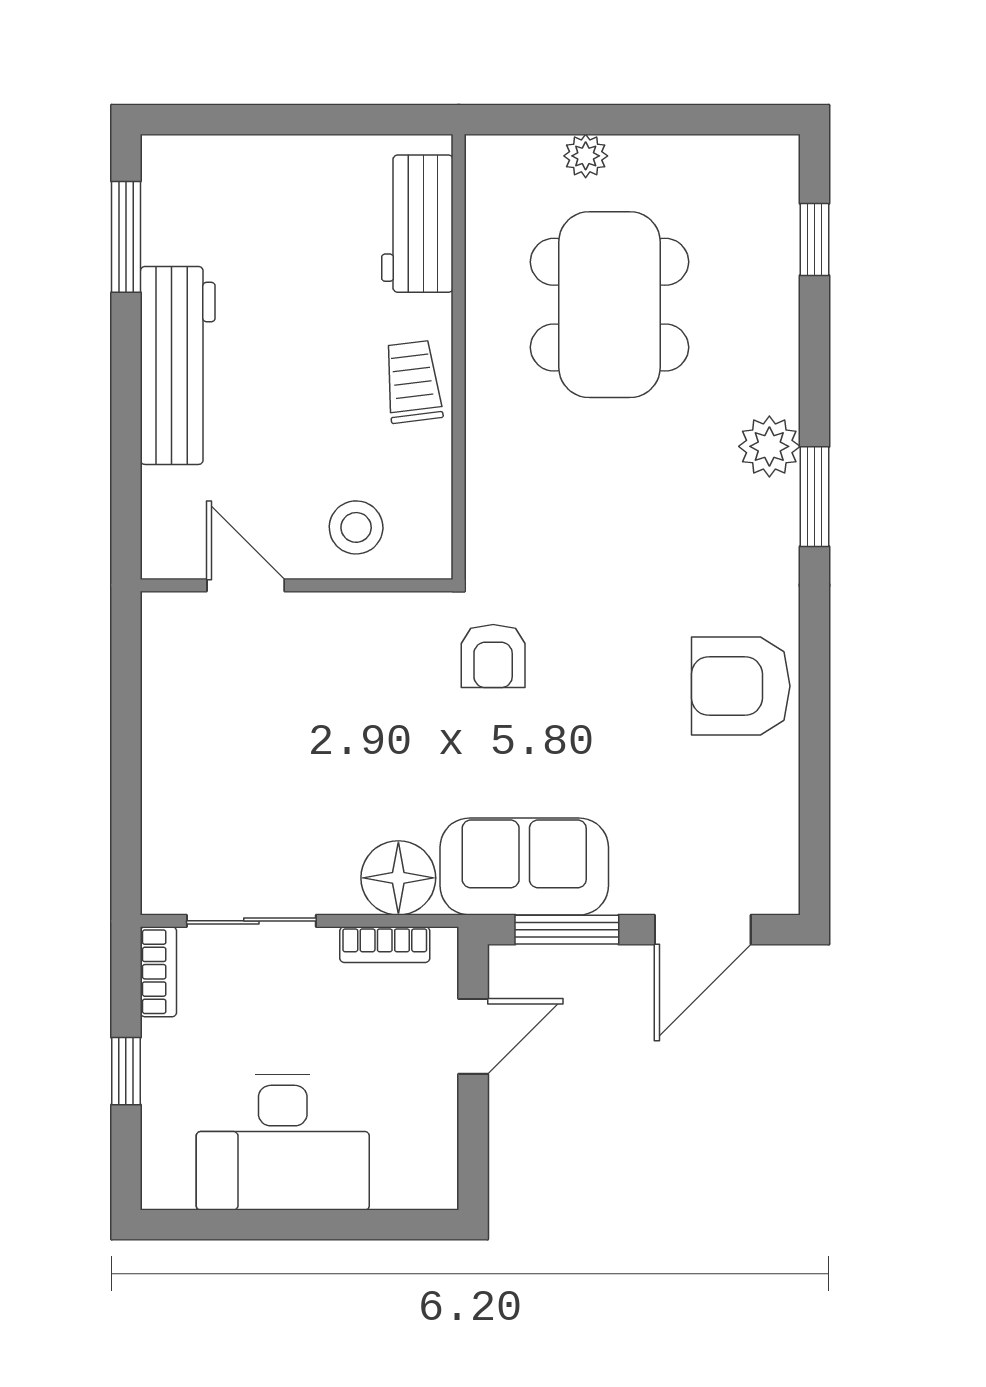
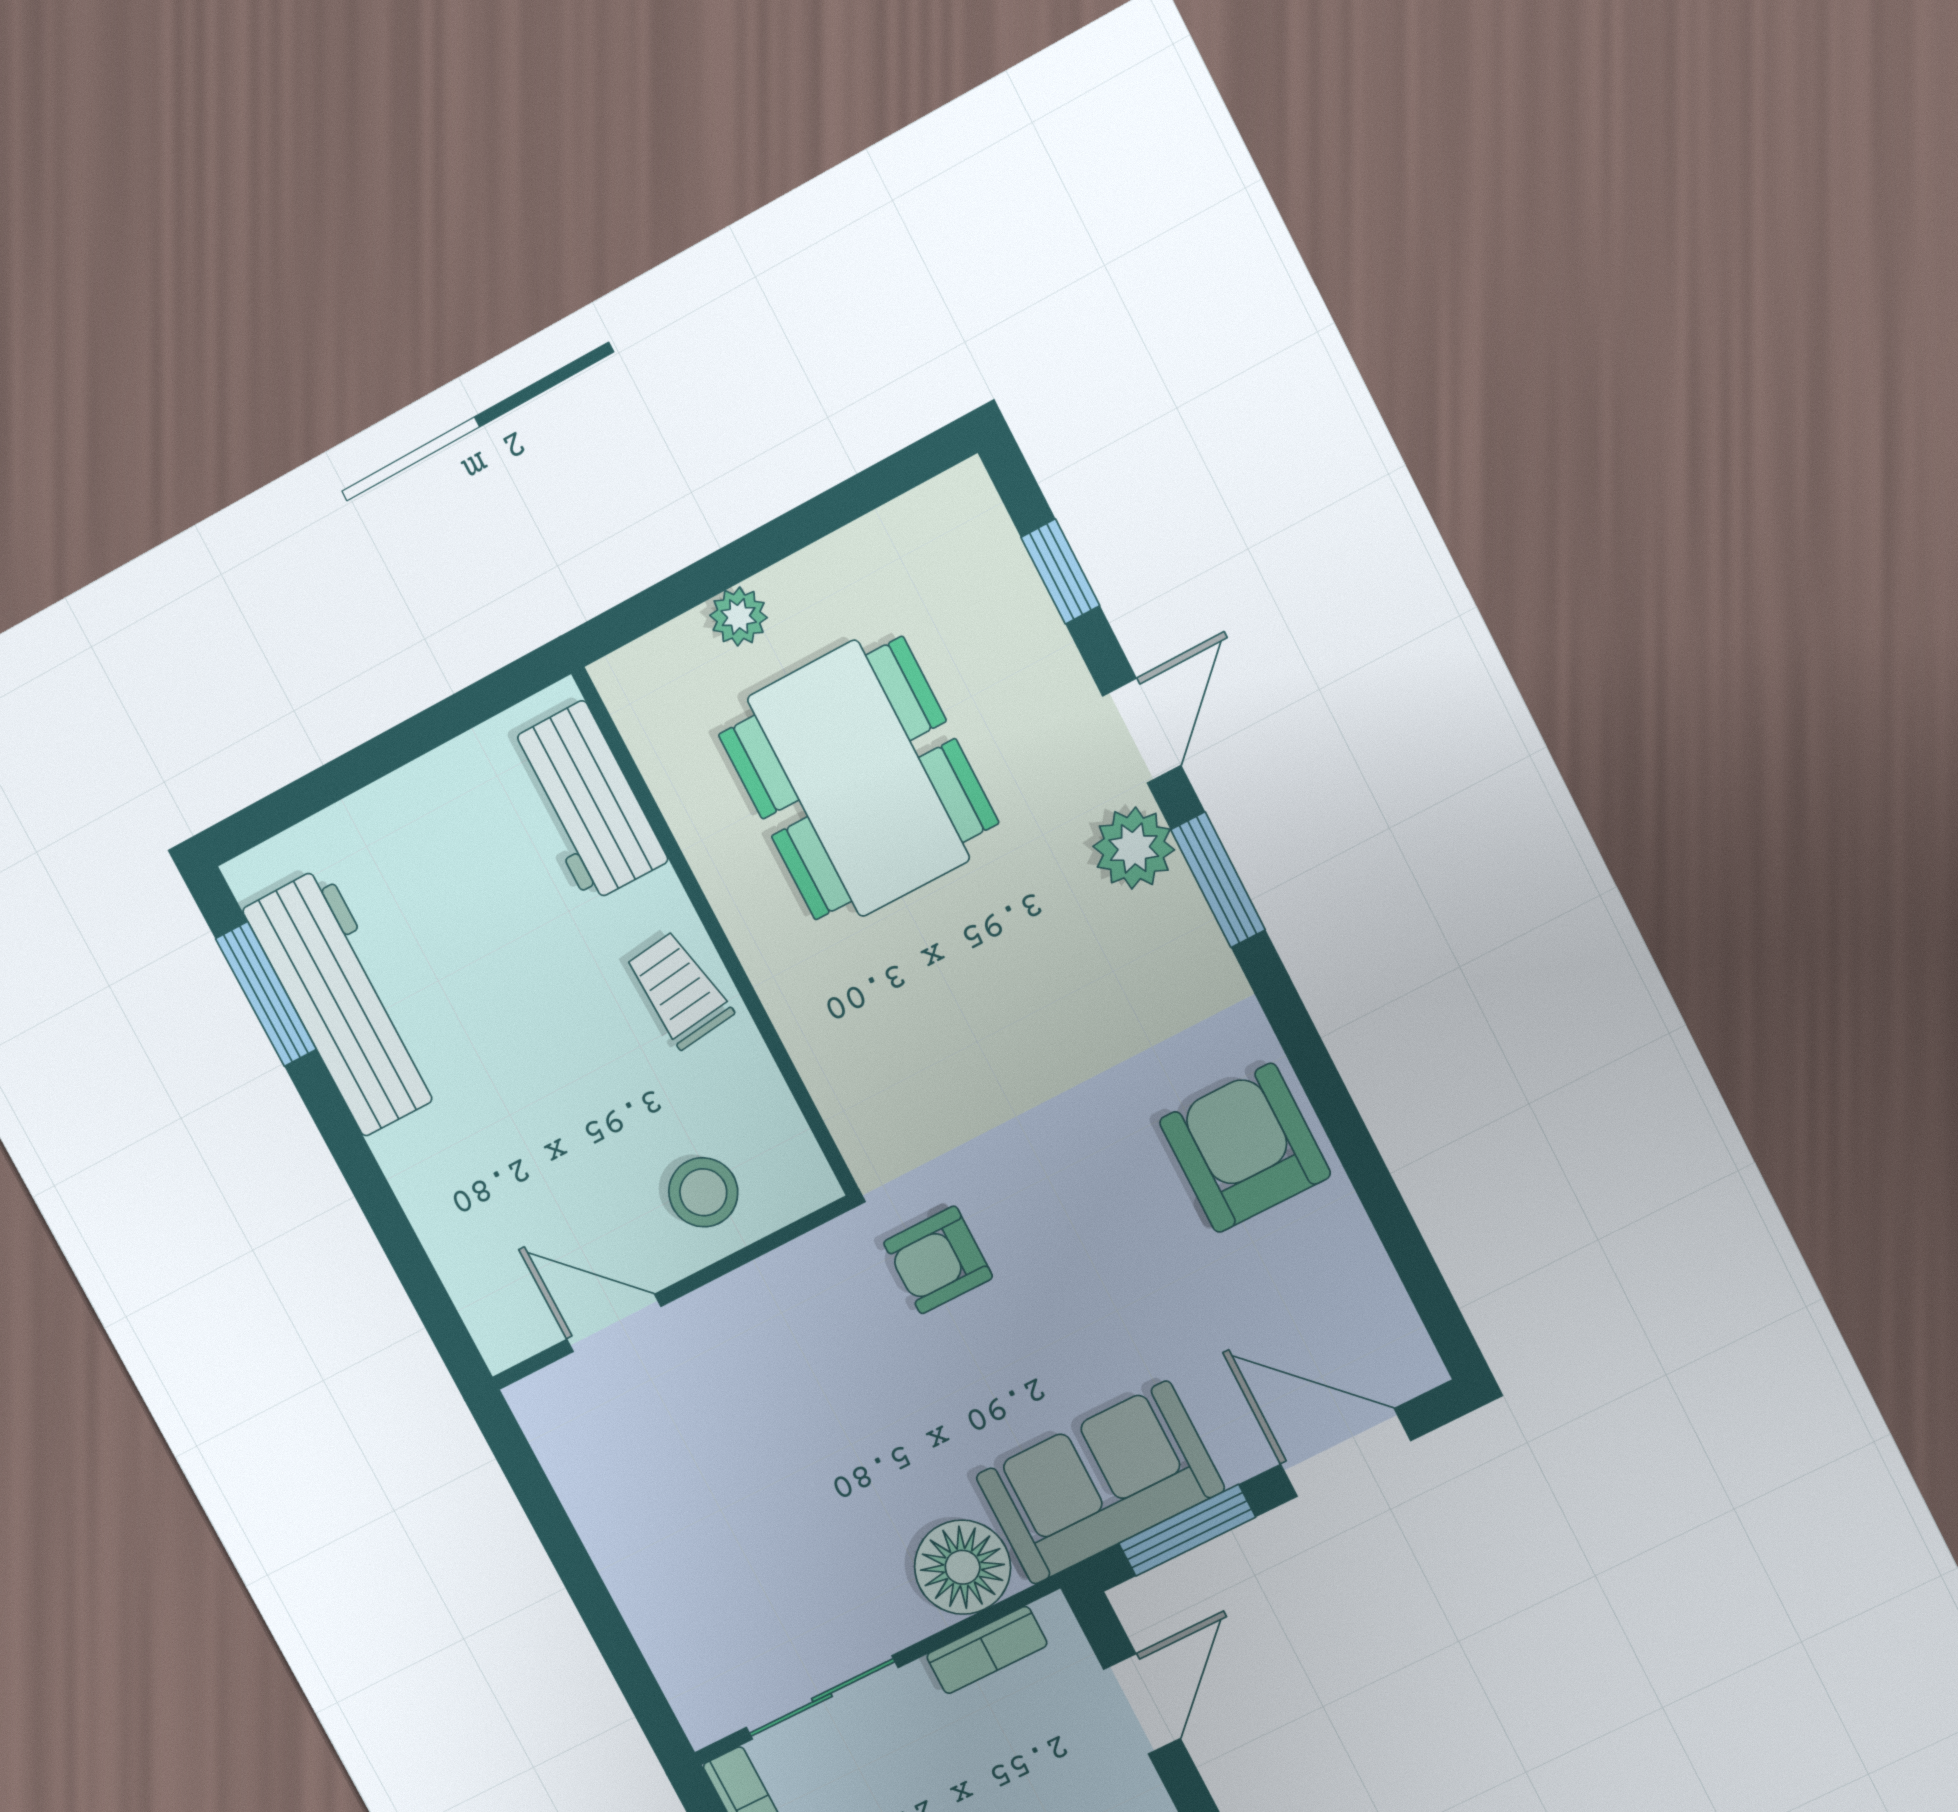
workbench: (178, 365) -> (344, 1002), moved
door: (814, 372) -> (1142, 731), added
armchair: (493, 656) -> (938, 1260), turned 90
armchair: (741, 686) -> (1245, 1148), turned 90
door: (703, 930) -> (1346, 1452), swing flipped

